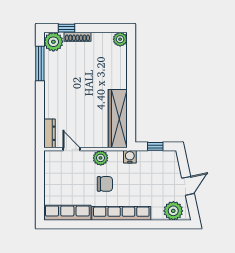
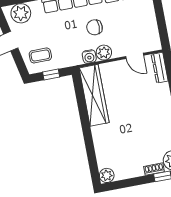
shoe rack: (77, 37) -> (154, 169), width x0.70
water cooler: (130, 157) -> (89, 57), moved
coffee table: (162, 167) -> (40, 55), added

